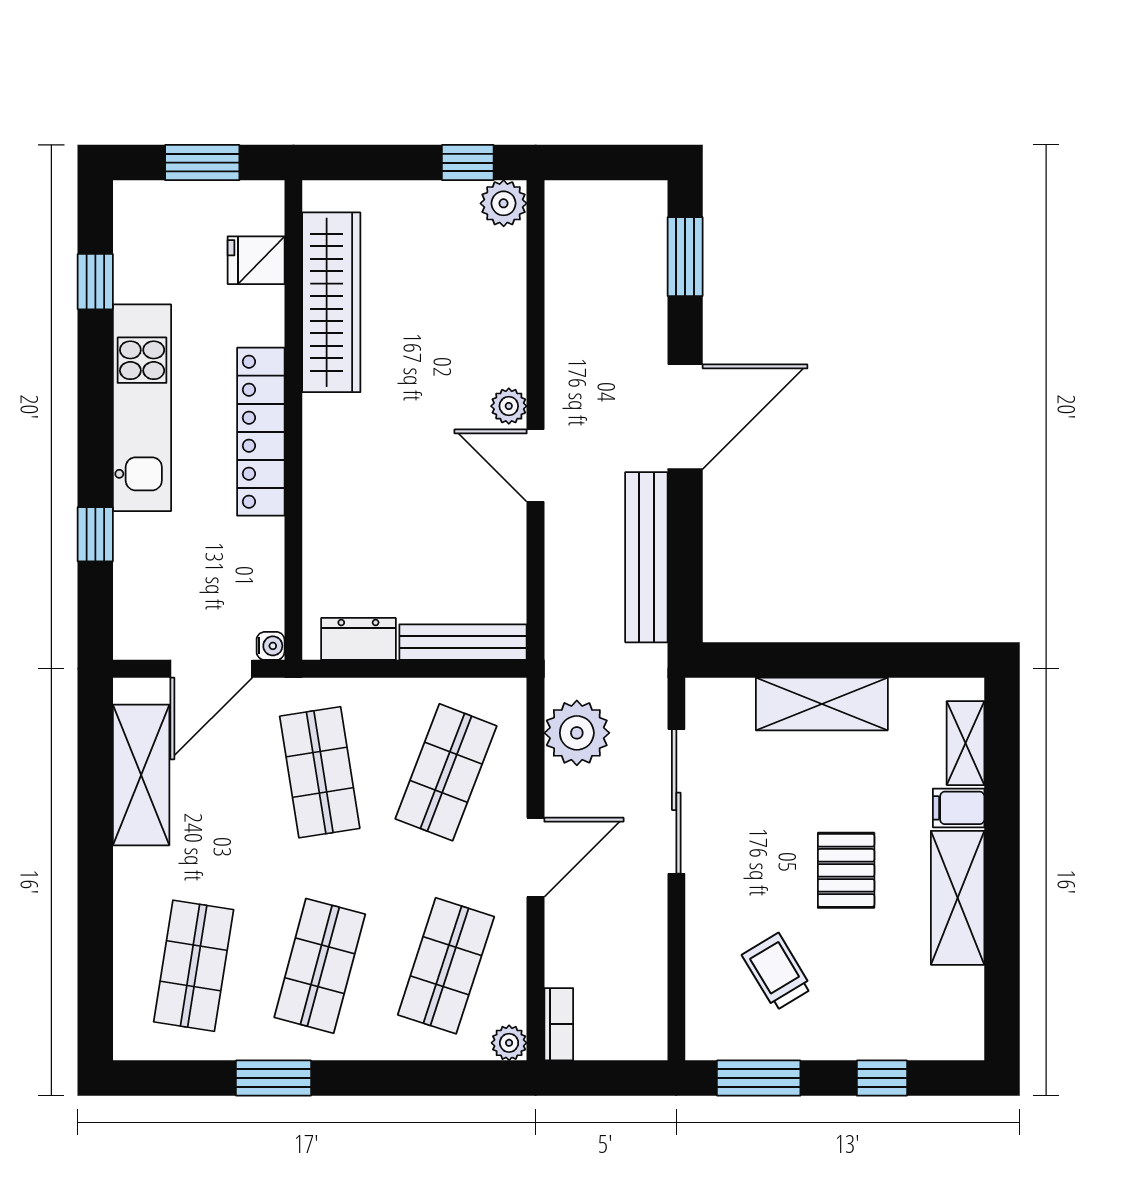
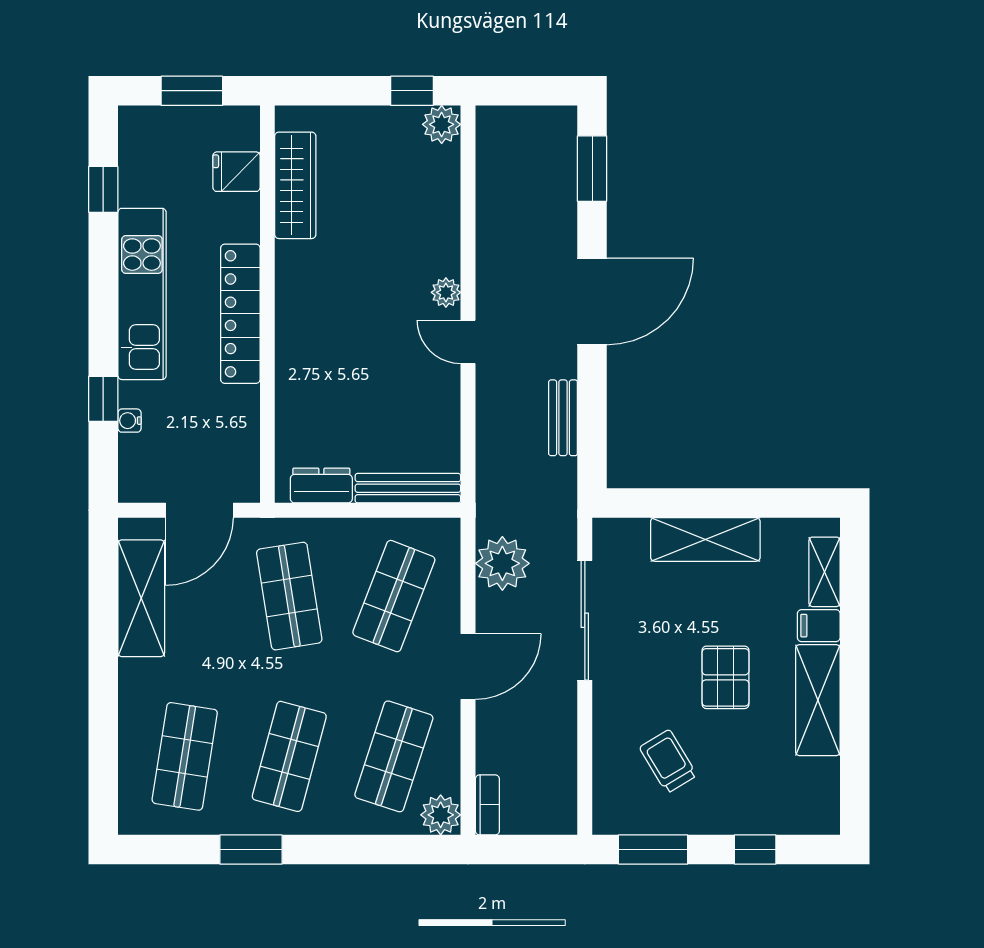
wardrobe: (331, 302) -> (295, 185), width x0.71, depth x0.85
door: (535, 466) -> (468, 342), width x0.73
bench: (646, 557) -> (563, 418), width x0.54, depth x0.82
water cooler: (271, 646) -> (129, 421), moved, turned 180
plant: (509, 1043) -> (441, 815), width x1.38, depth x1.38

